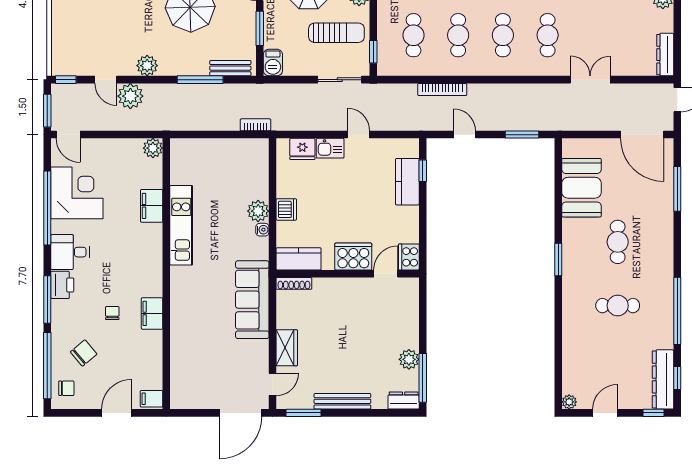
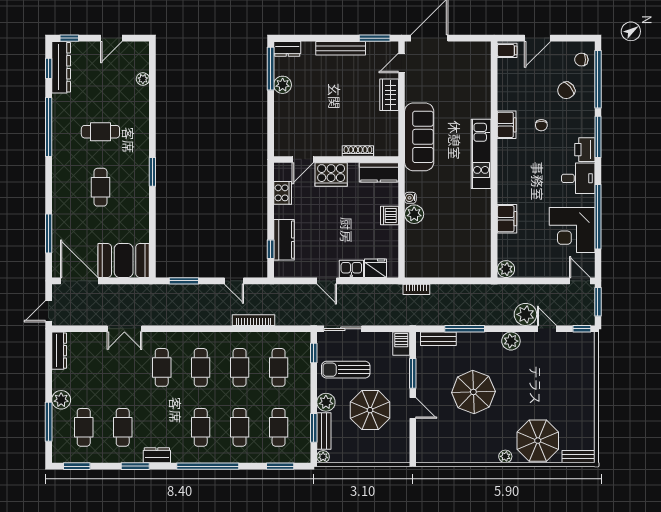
booth: (582, 188) -> (124, 260), moved, turned 90
kitchen unit: (181, 225) -> (481, 154), moved
cooker: (409, 257) -> (283, 193), moved
shoe rack: (294, 283) -> (358, 151), moved
plant: (569, 402) -> (143, 79), moved

